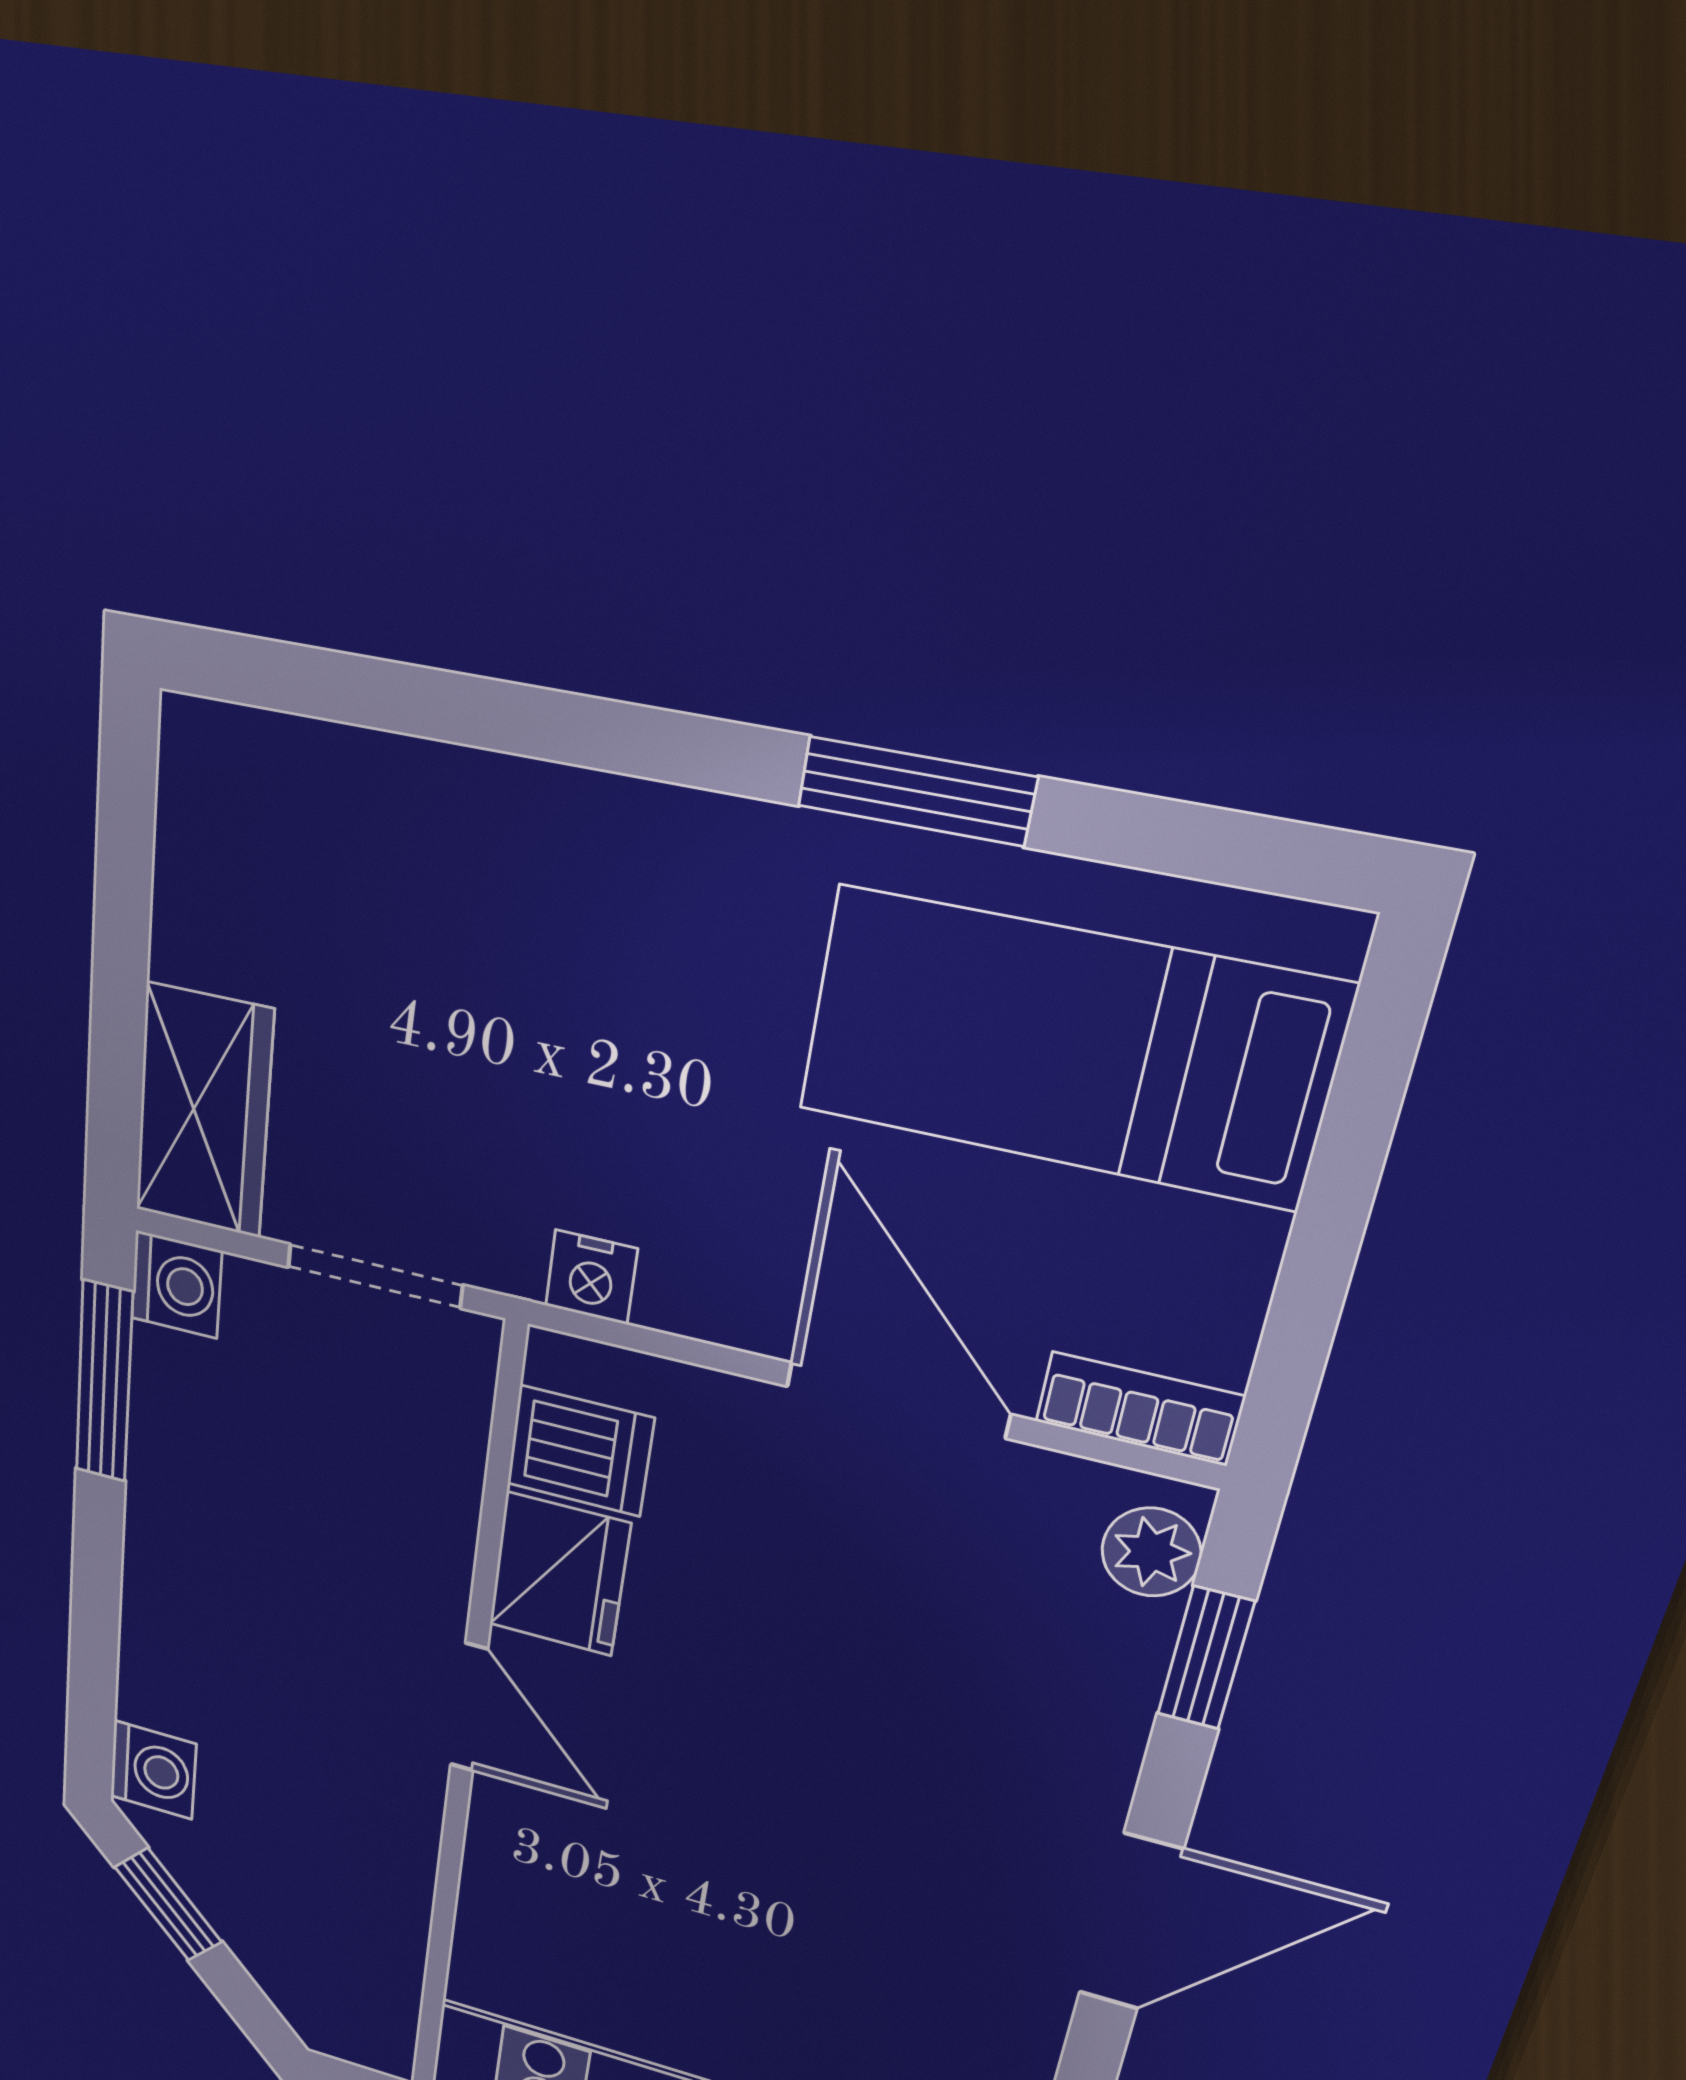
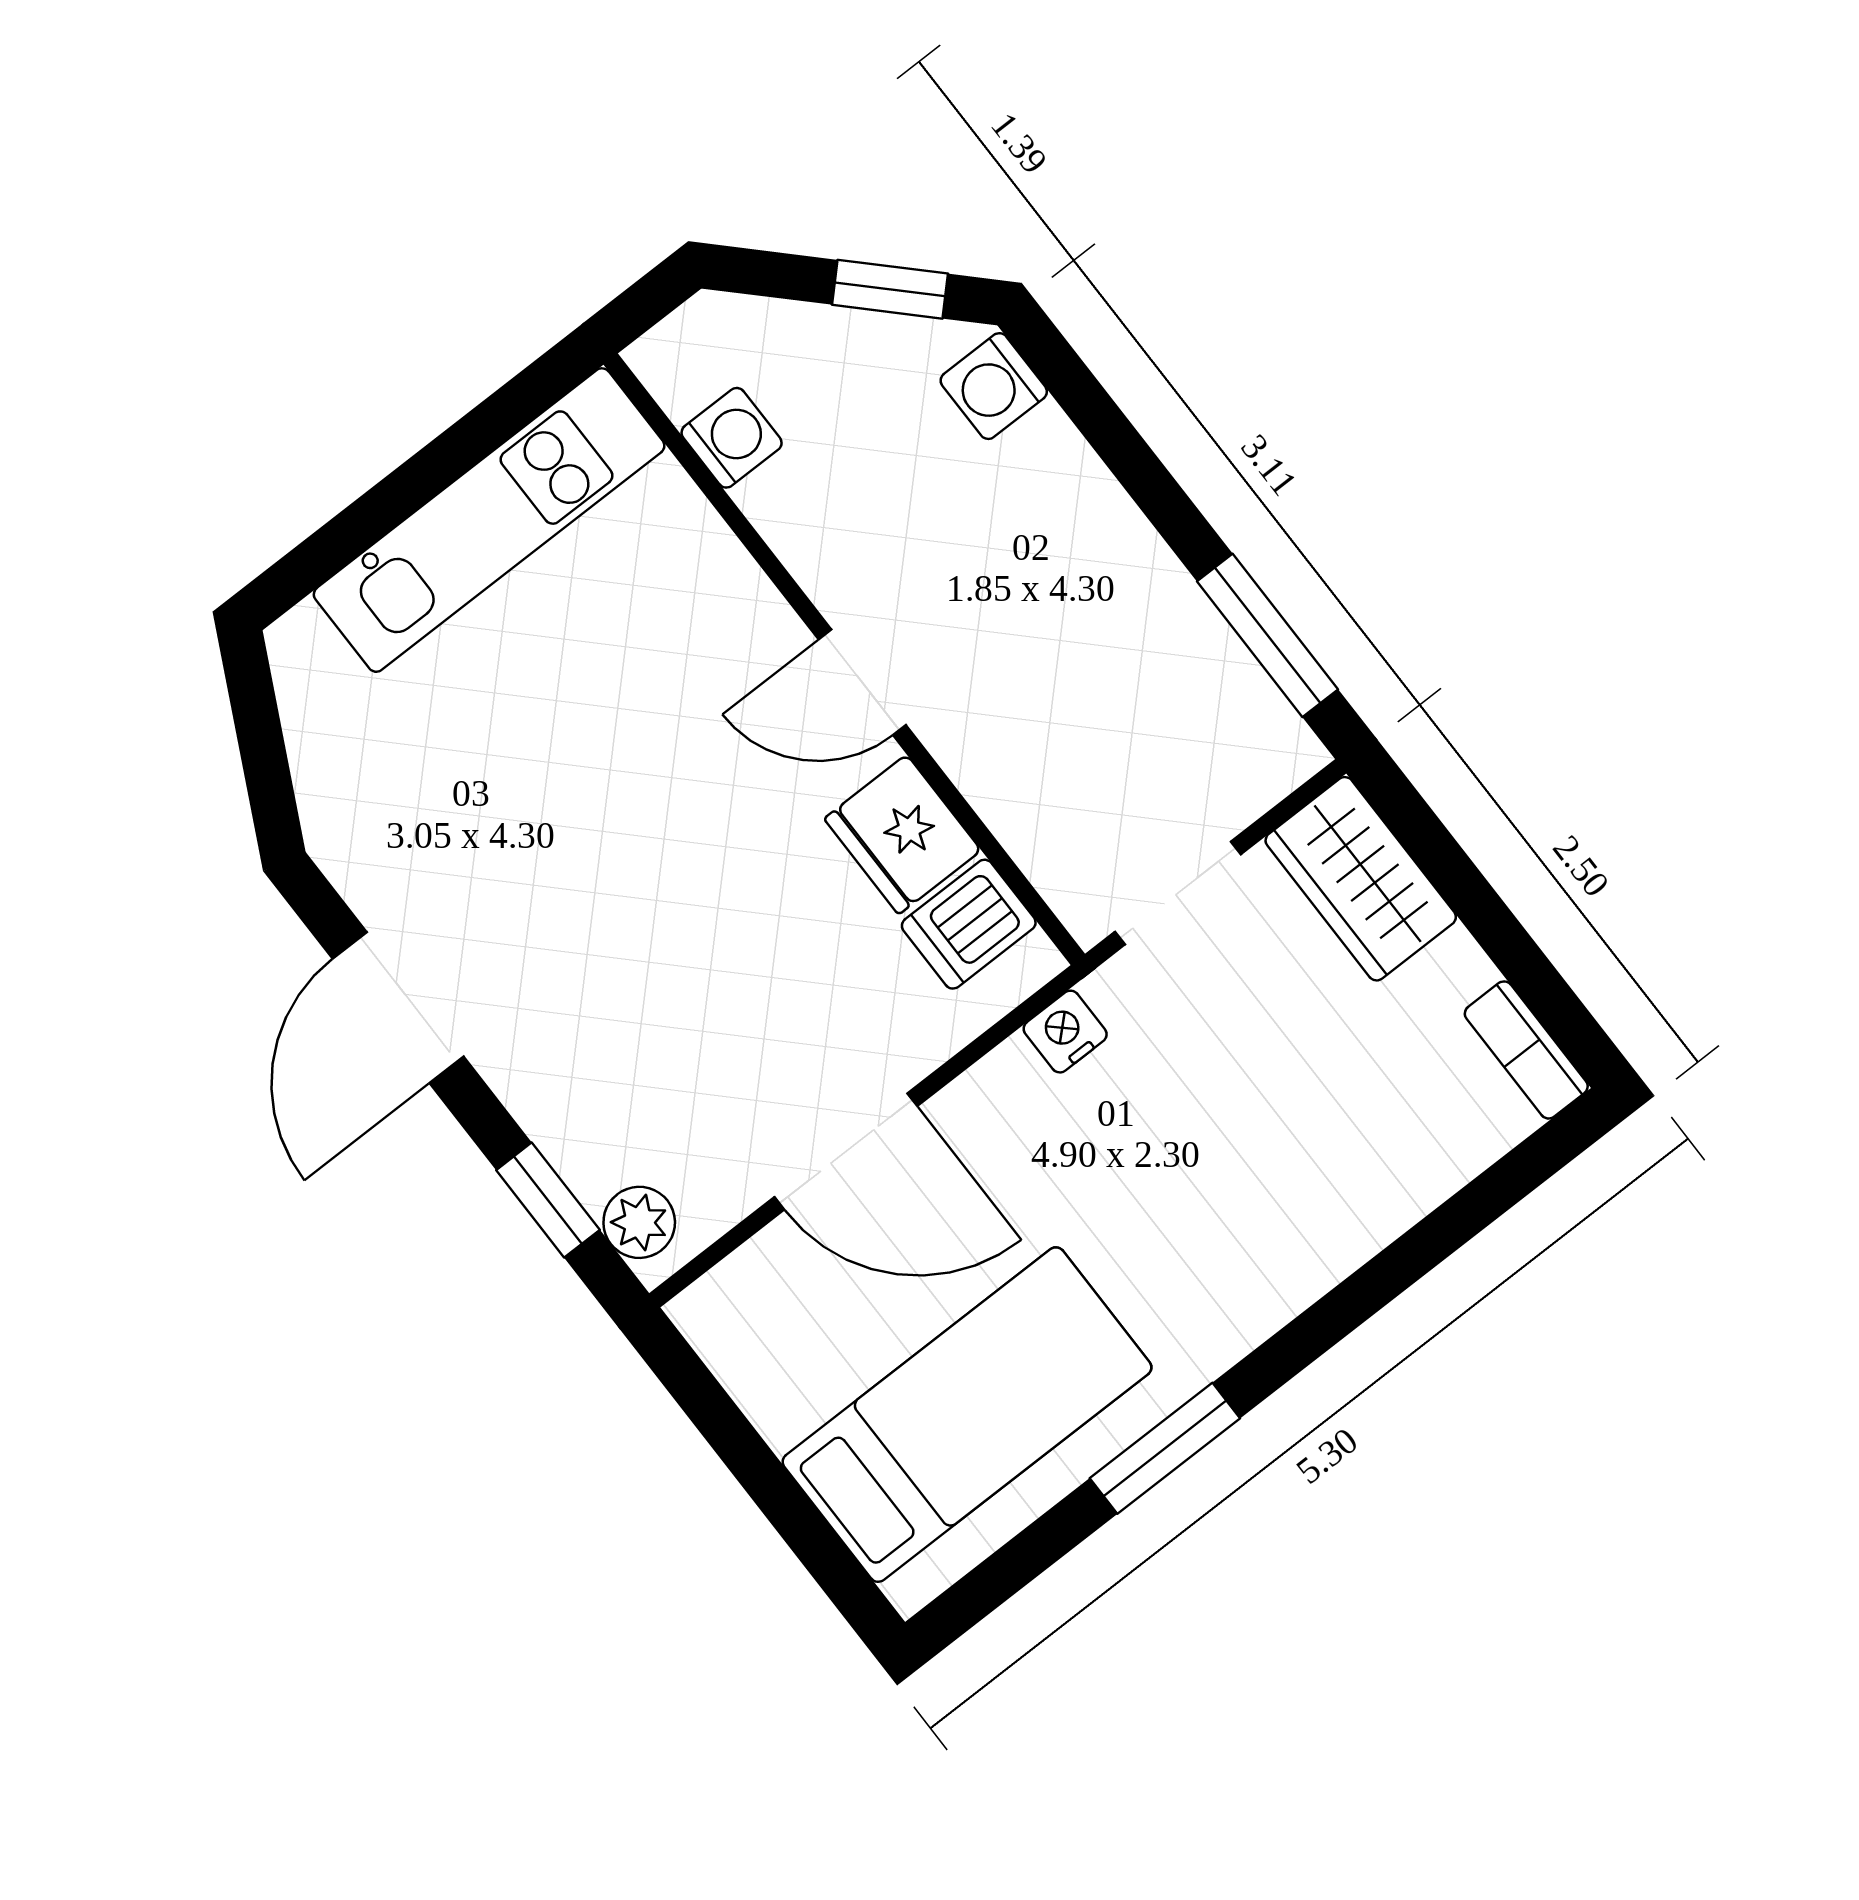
washing machine: (176, 1285) -> (732, 438), moved, turned 180
bookcase: (1139, 1409) -> (1526, 1050), moved, turned 90

